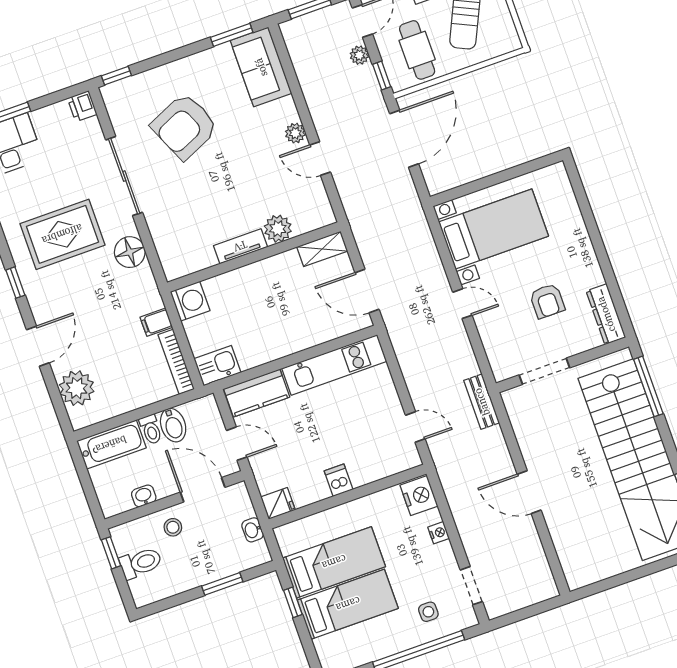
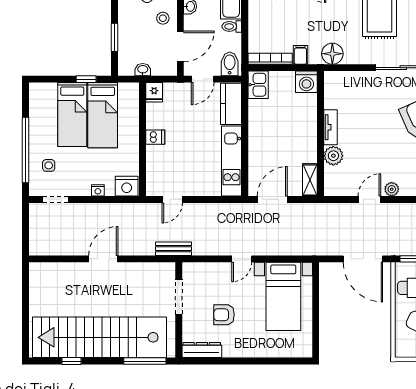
floor lamp: (130, 252) -> (332, 54), moved
bidet: (173, 425) -> (230, 64), moved, turned 90

